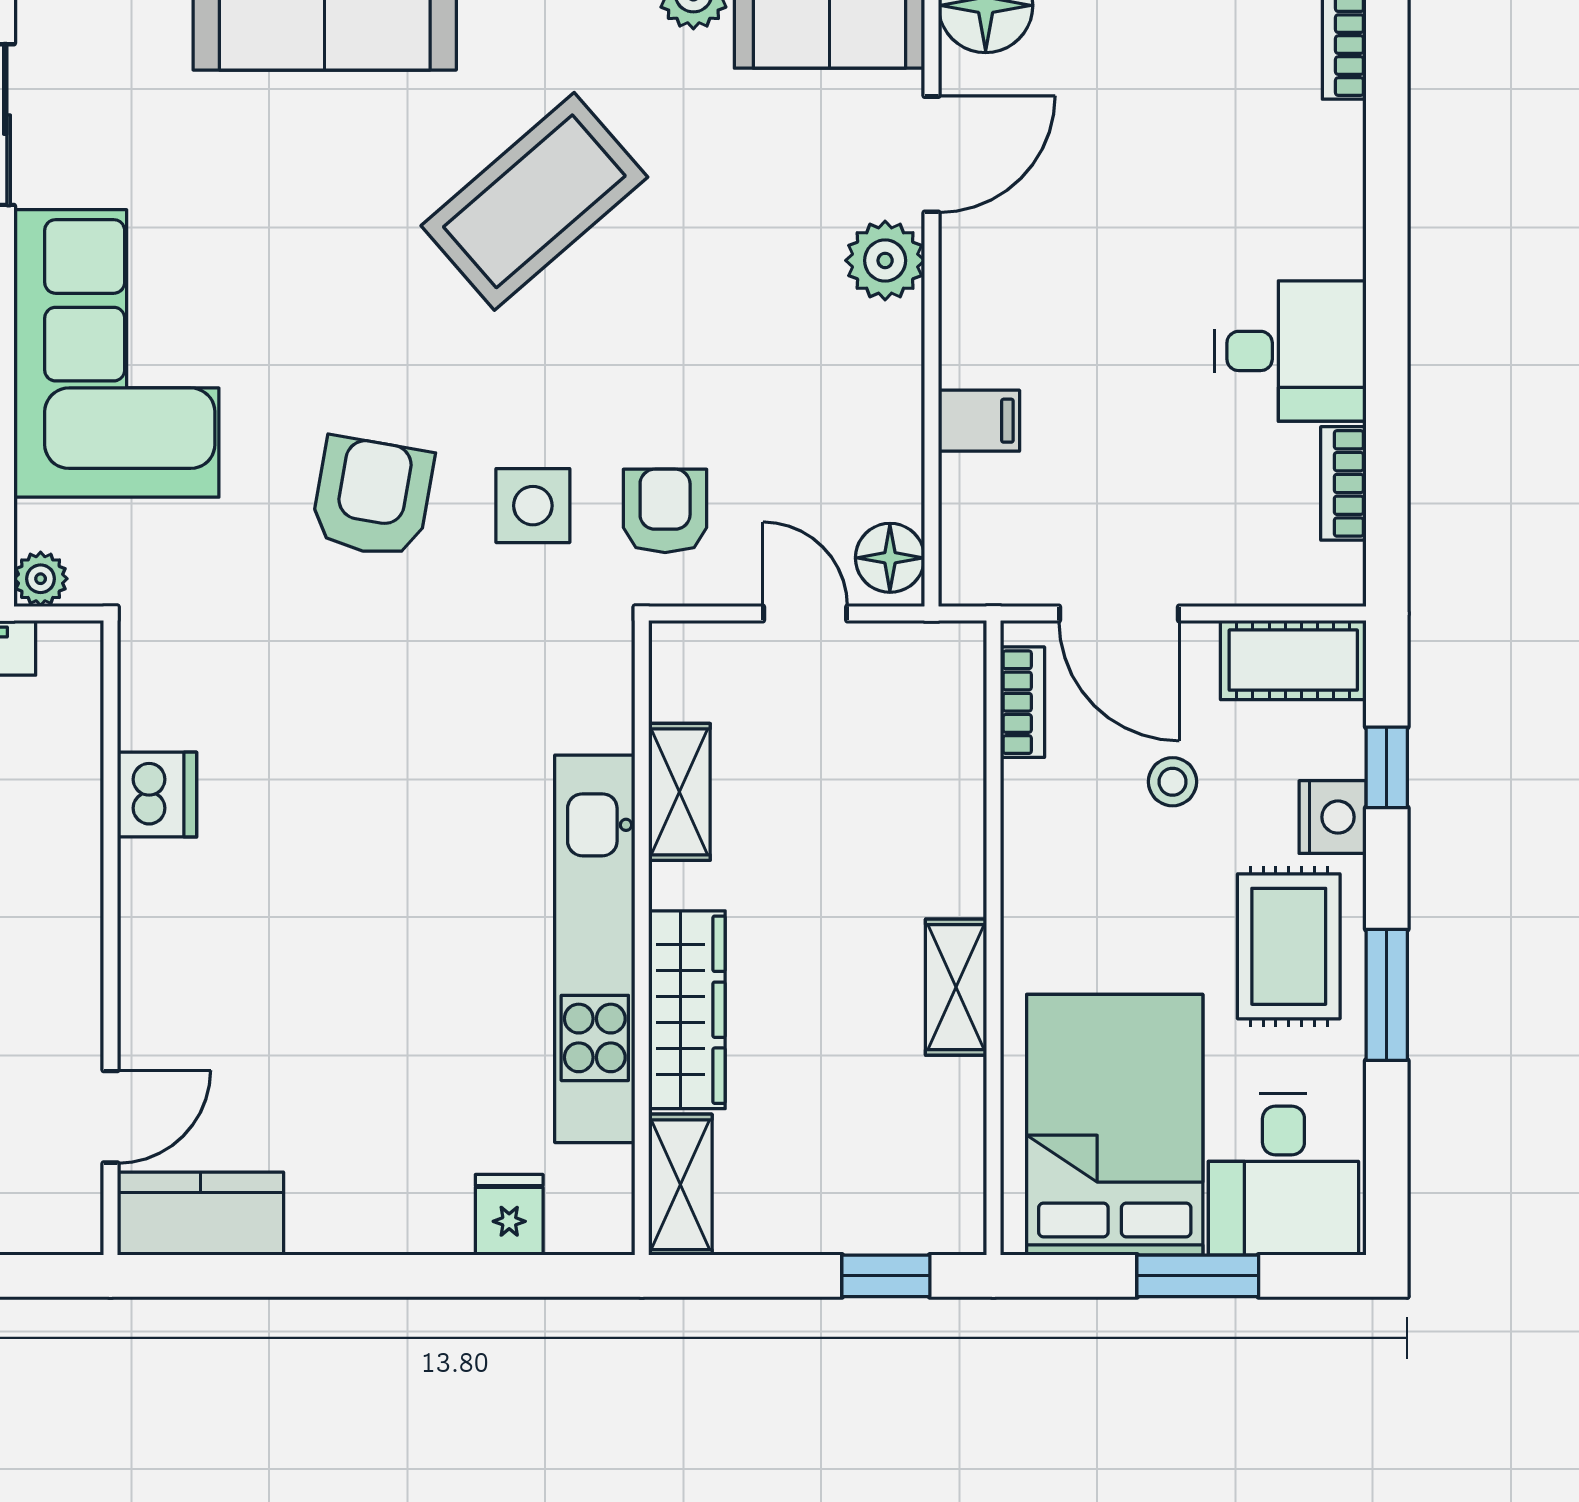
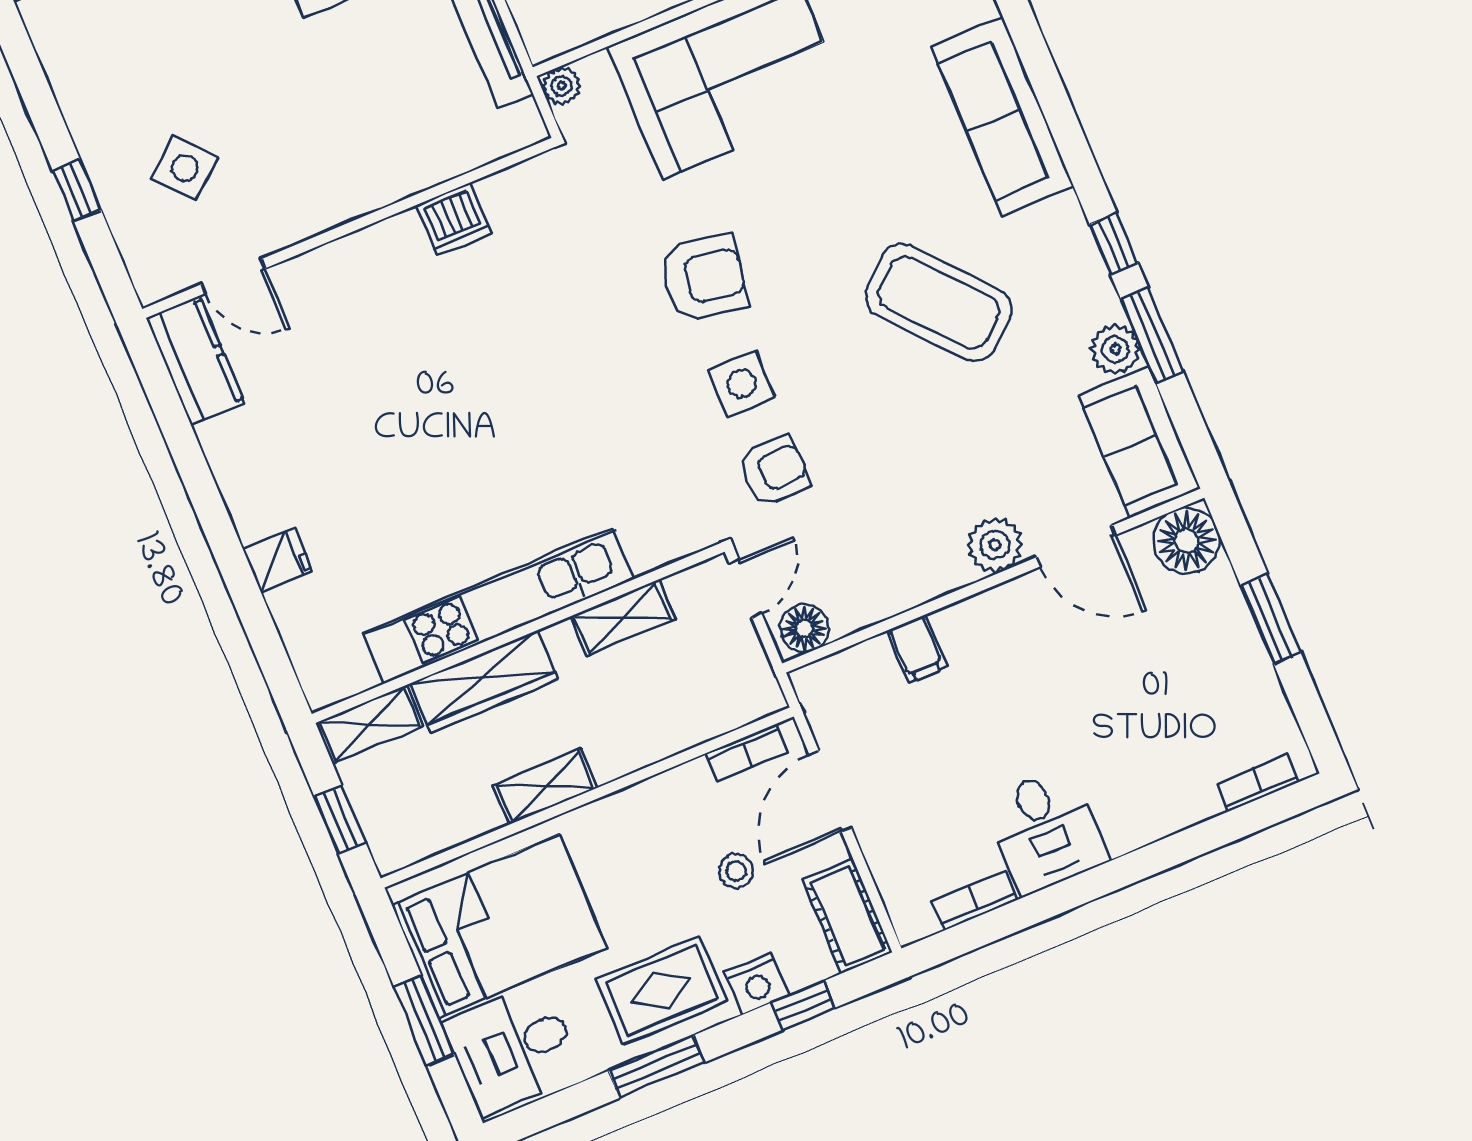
shelving: (679, 792) -> (623, 618), moved
wall: (642, 938) -> (518, 633), moved
kitchen unit: (595, 949) -> (498, 606), moved
wardrobe: (687, 1010) -> (484, 681), moved
shelving: (680, 1185) -> (369, 724), moved

